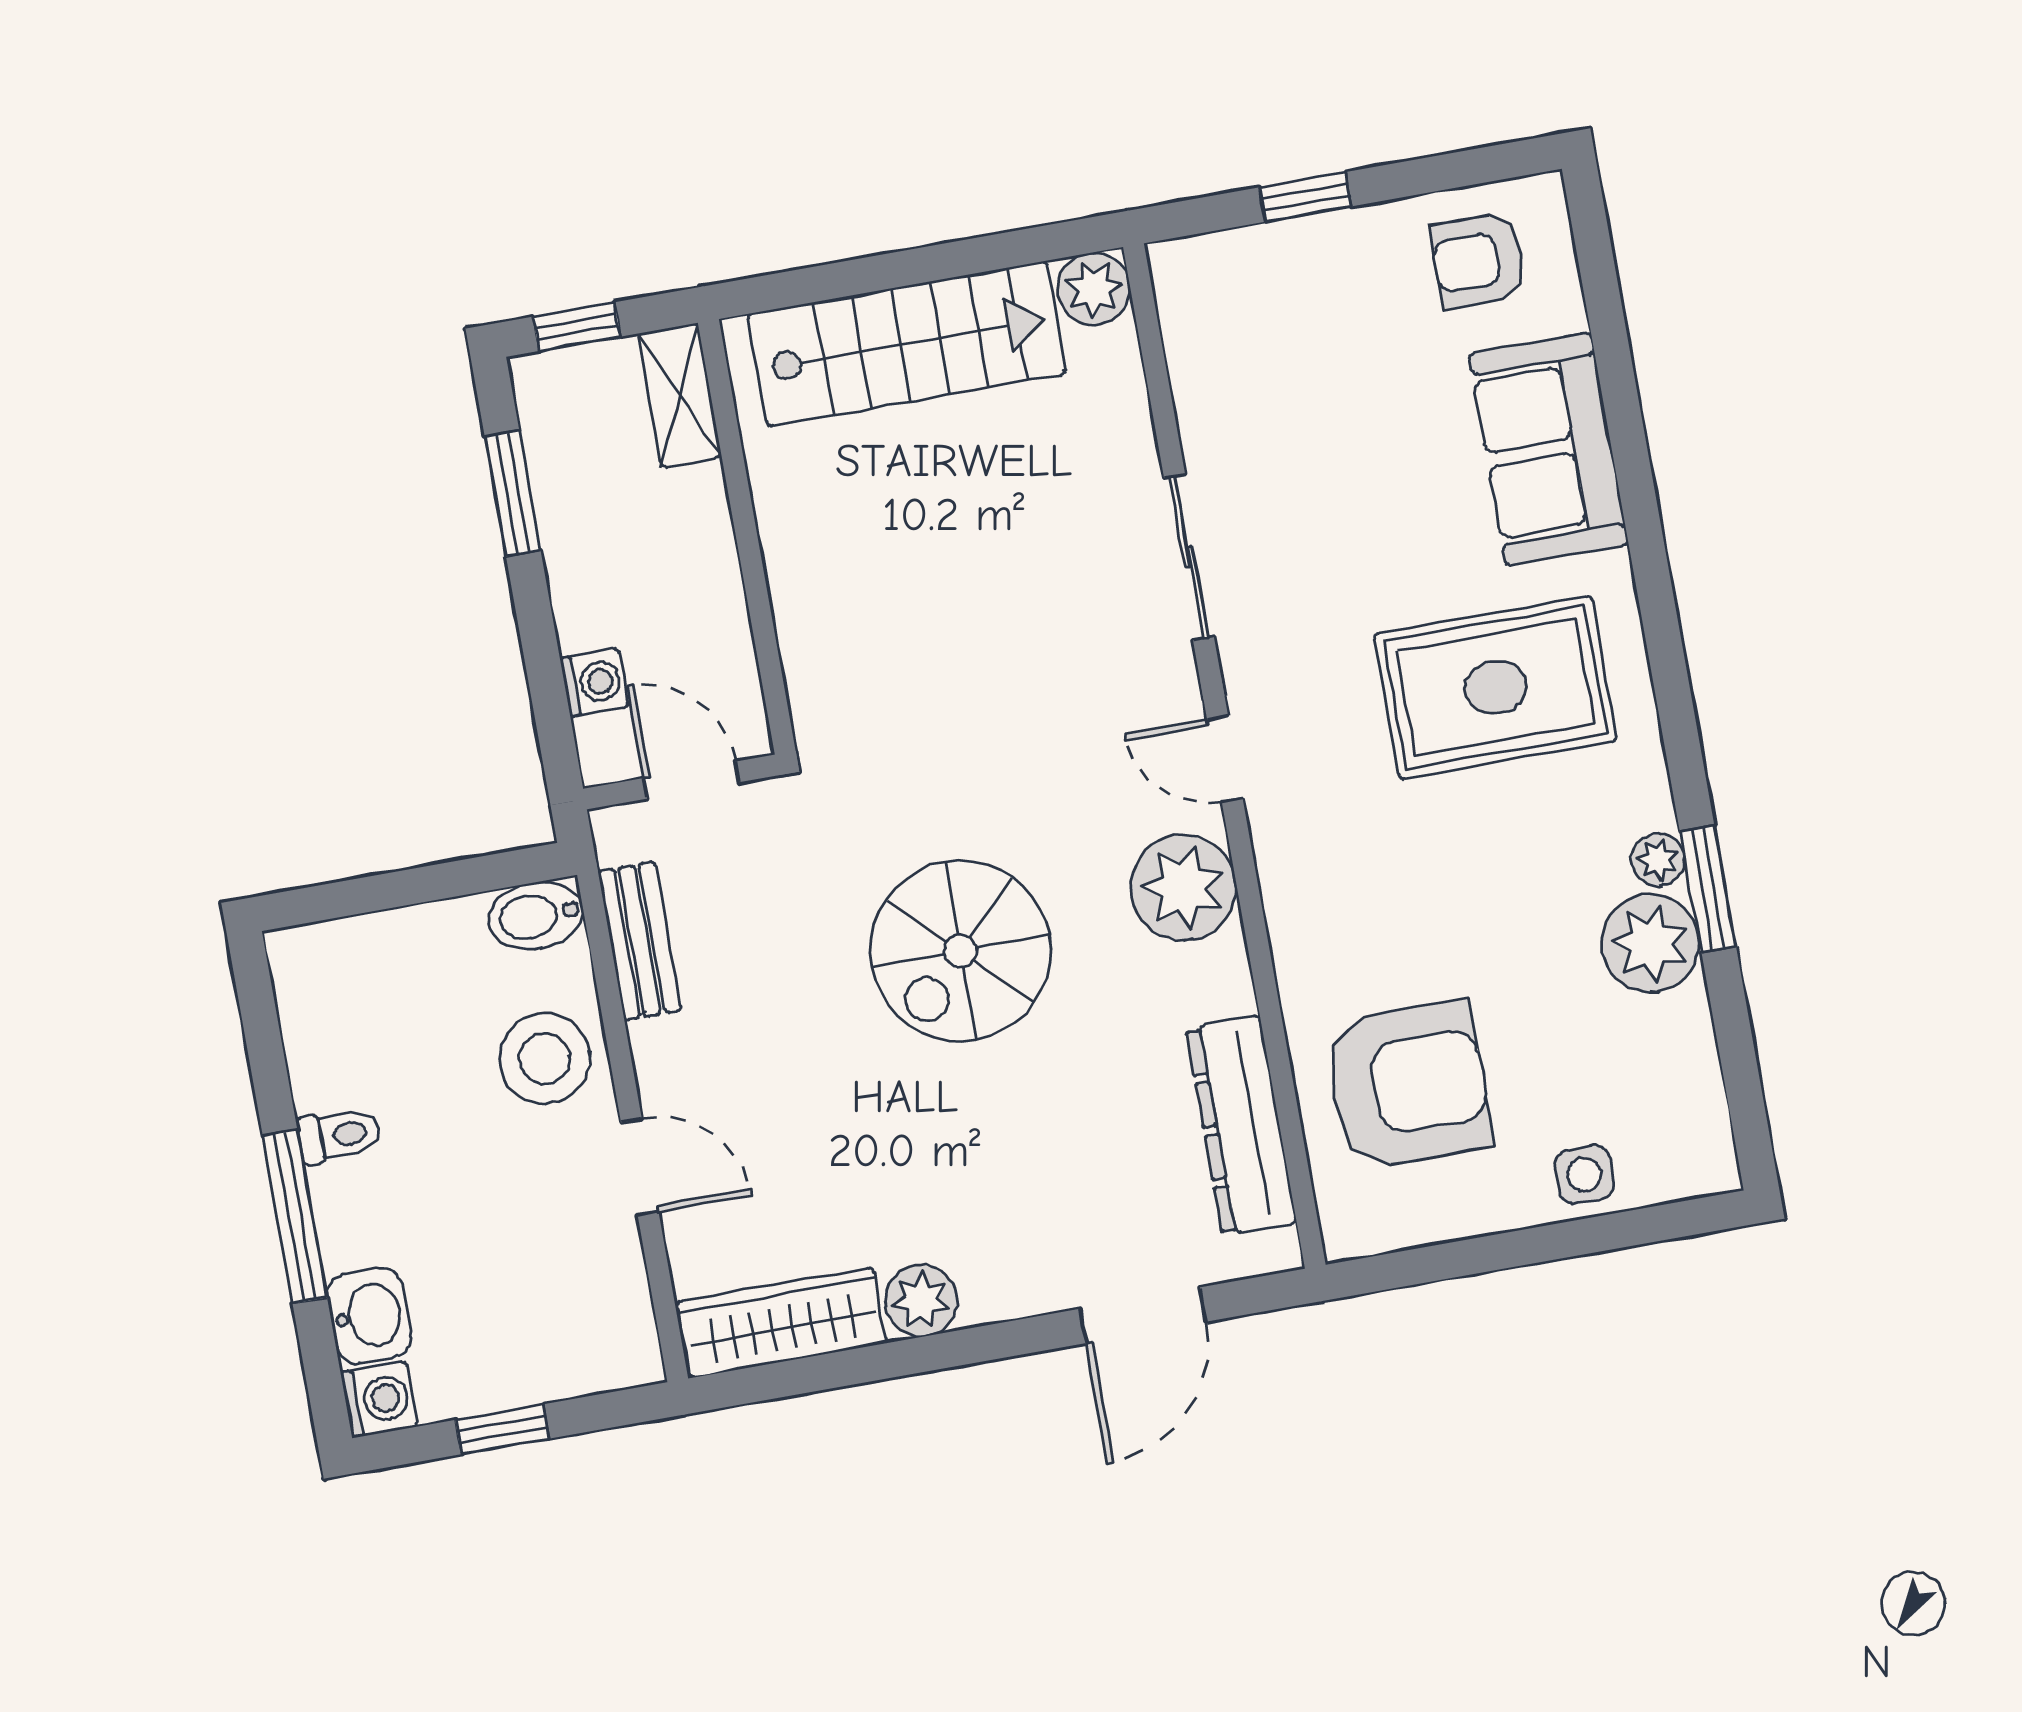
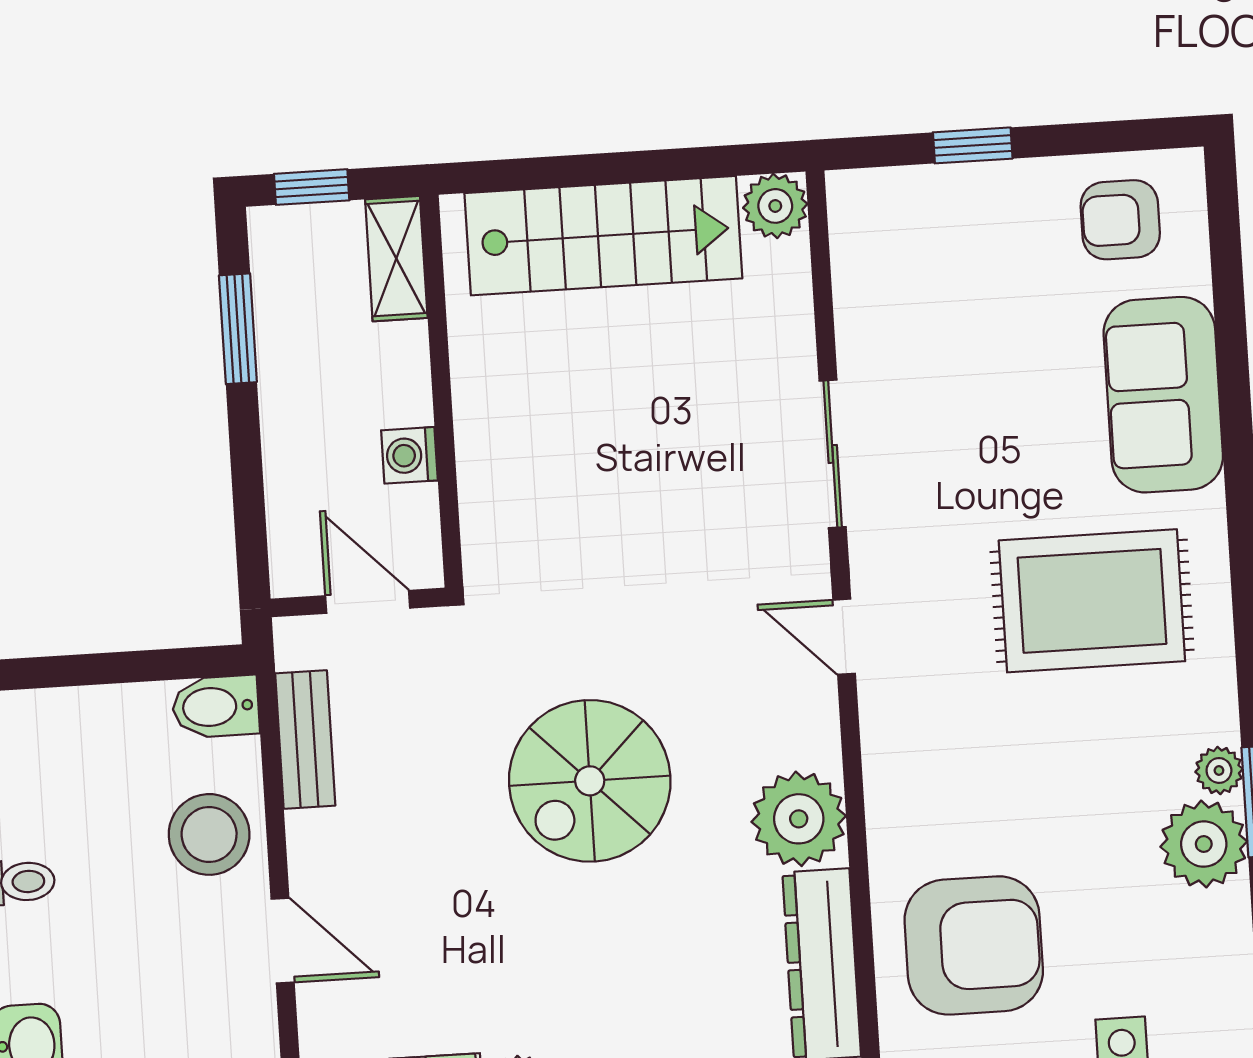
washing machine: (594, 682) -> (409, 455), moved, turned 180
plant: (1183, 888) -> (799, 819), moved

